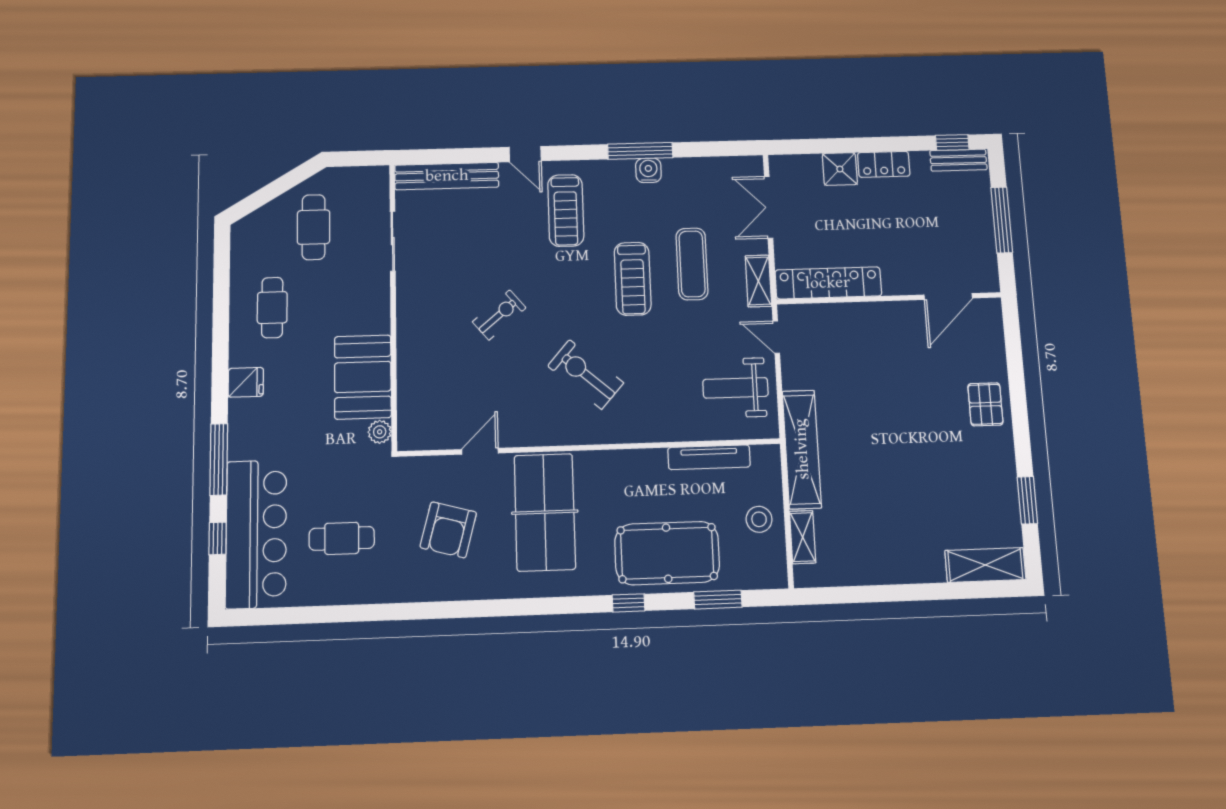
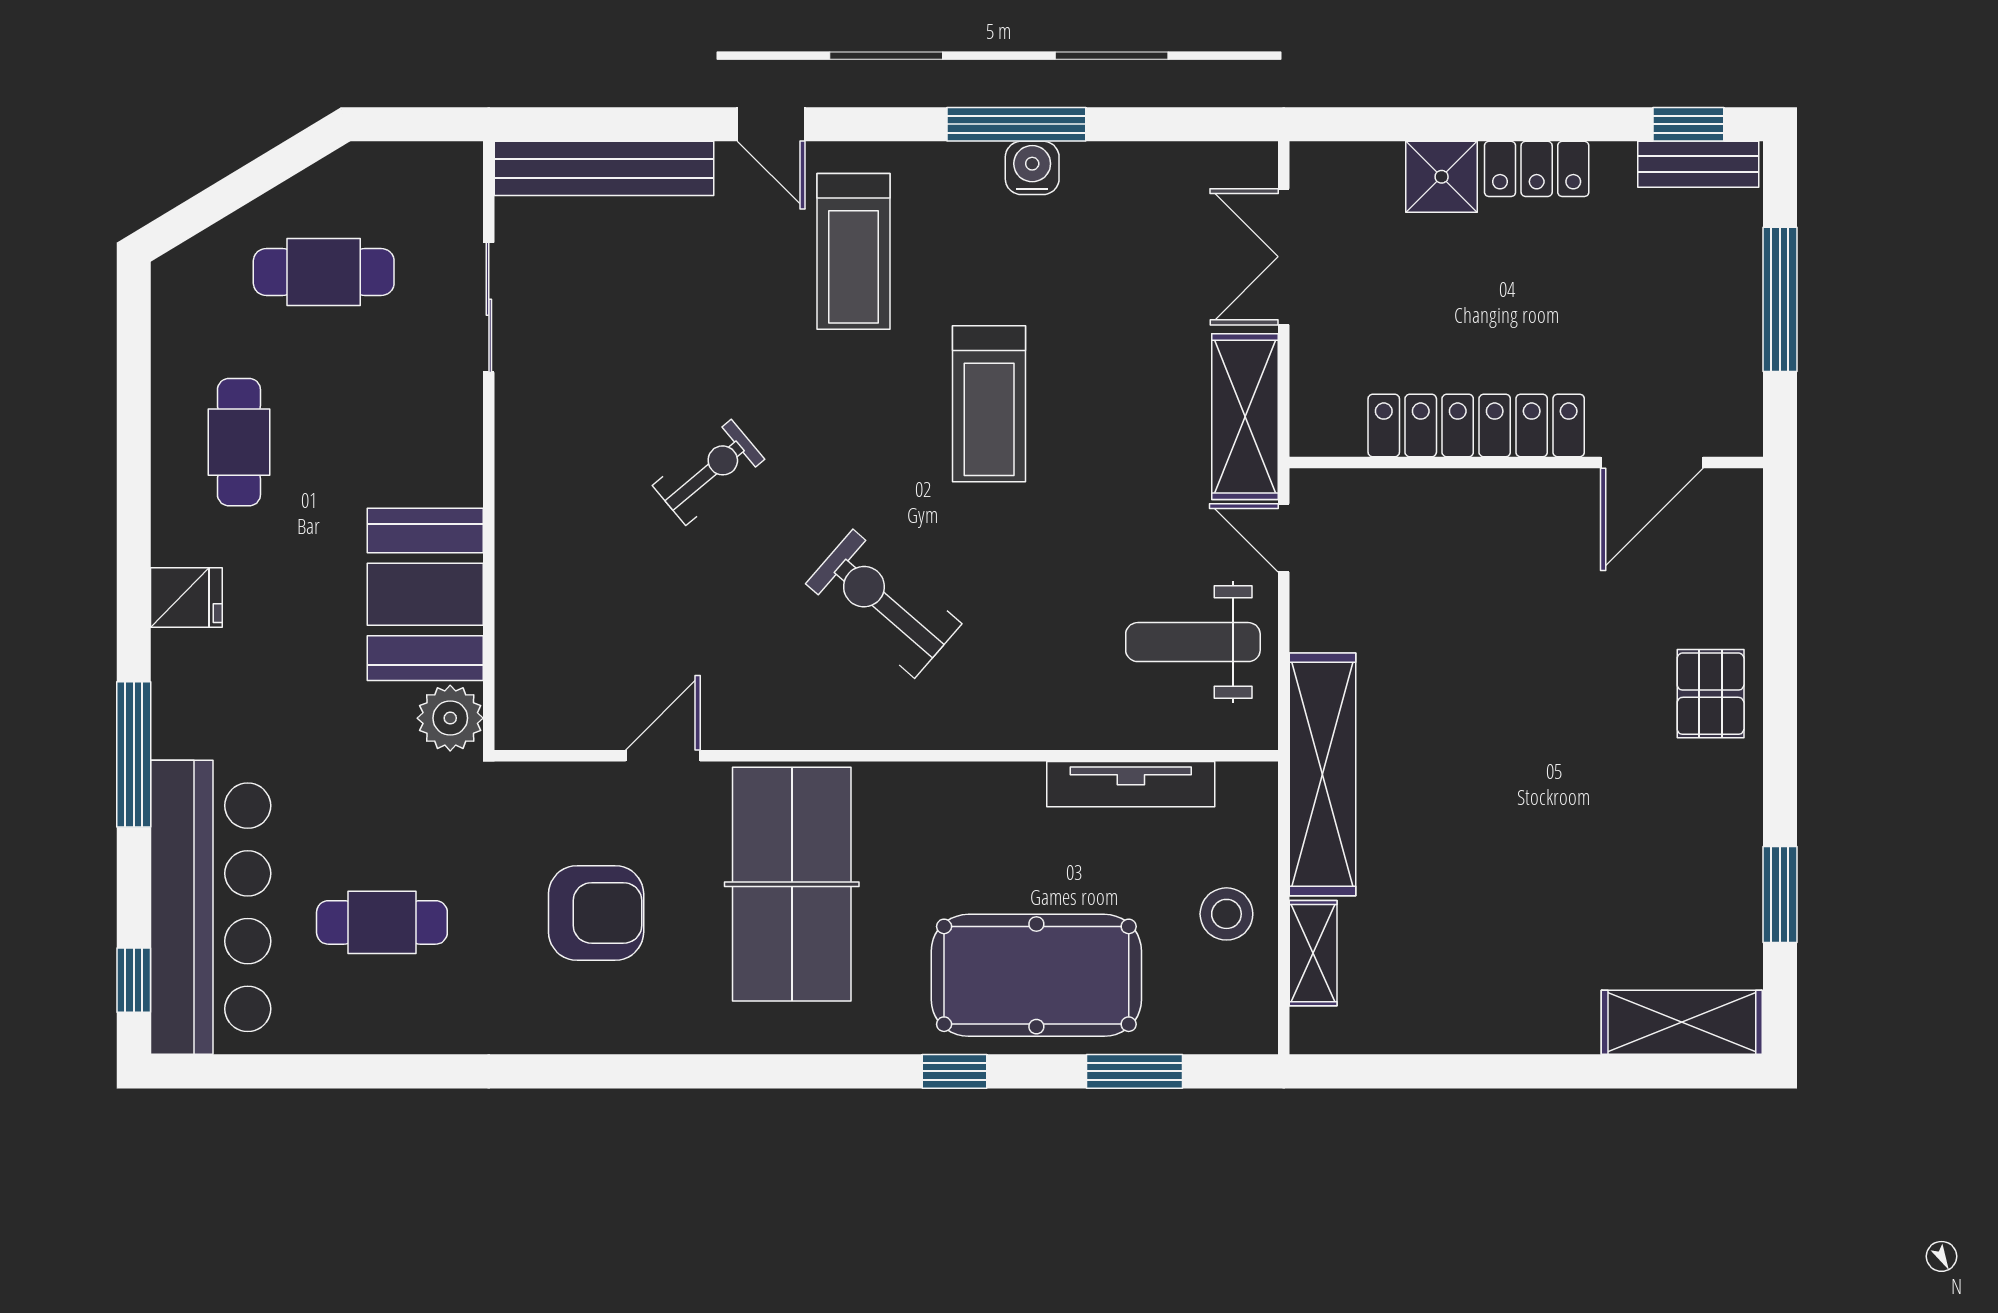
cafe table: (314, 227) -> (324, 272), turned 90
exercise mat: (692, 264) -> (1115, 376), removed
shelving: (758, 281) -> (1245, 417), width x1.50, depth x1.33
locker: (828, 283) -> (1476, 425), moved
plant: (380, 432) -> (450, 718), width x1.38, depth x1.38
armchair: (448, 530) -> (596, 913), turned -105
window: (218, 538) -> (134, 980), moved

